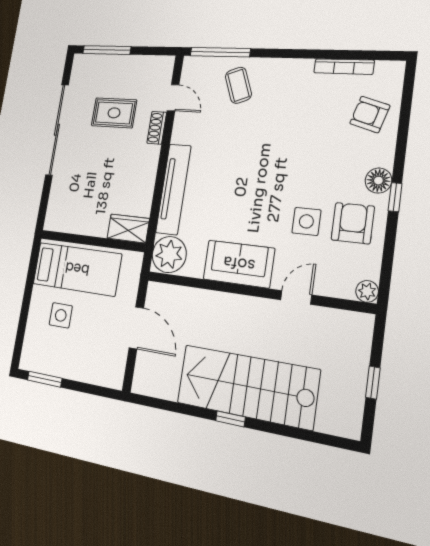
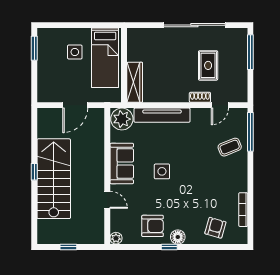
side table: (306, 221) -> (162, 171), moved
wardrobe: (128, 228) -> (135, 82), width x1.50

